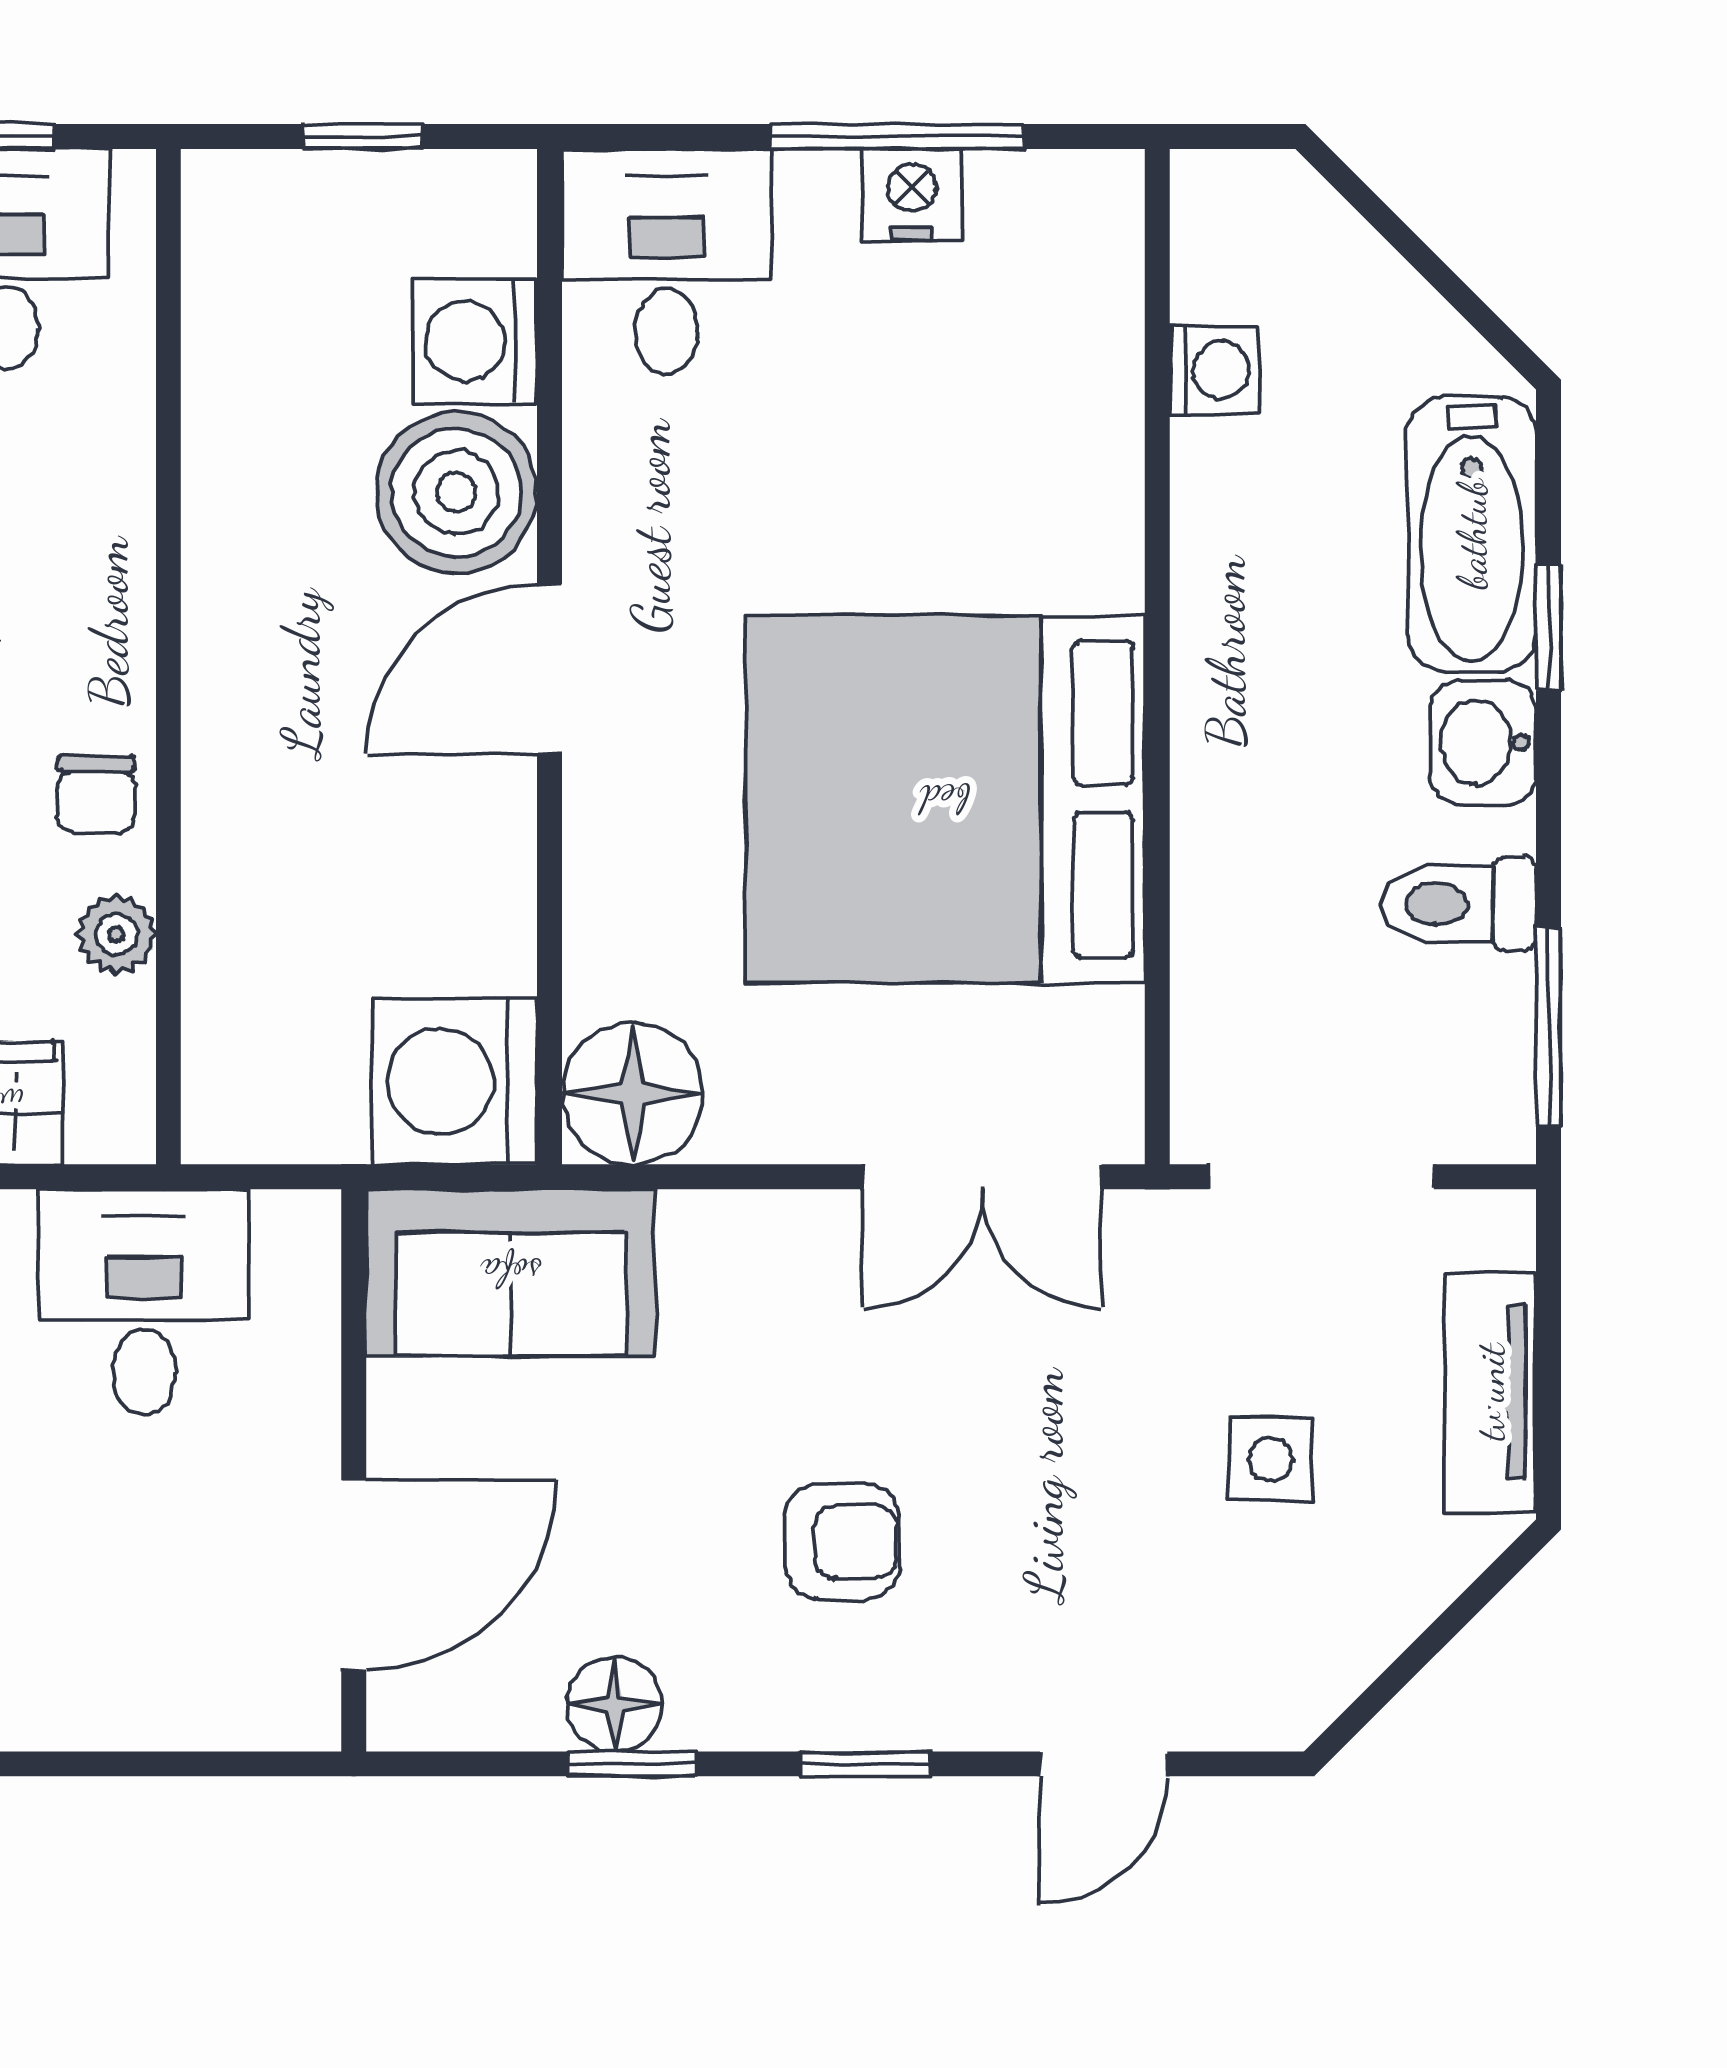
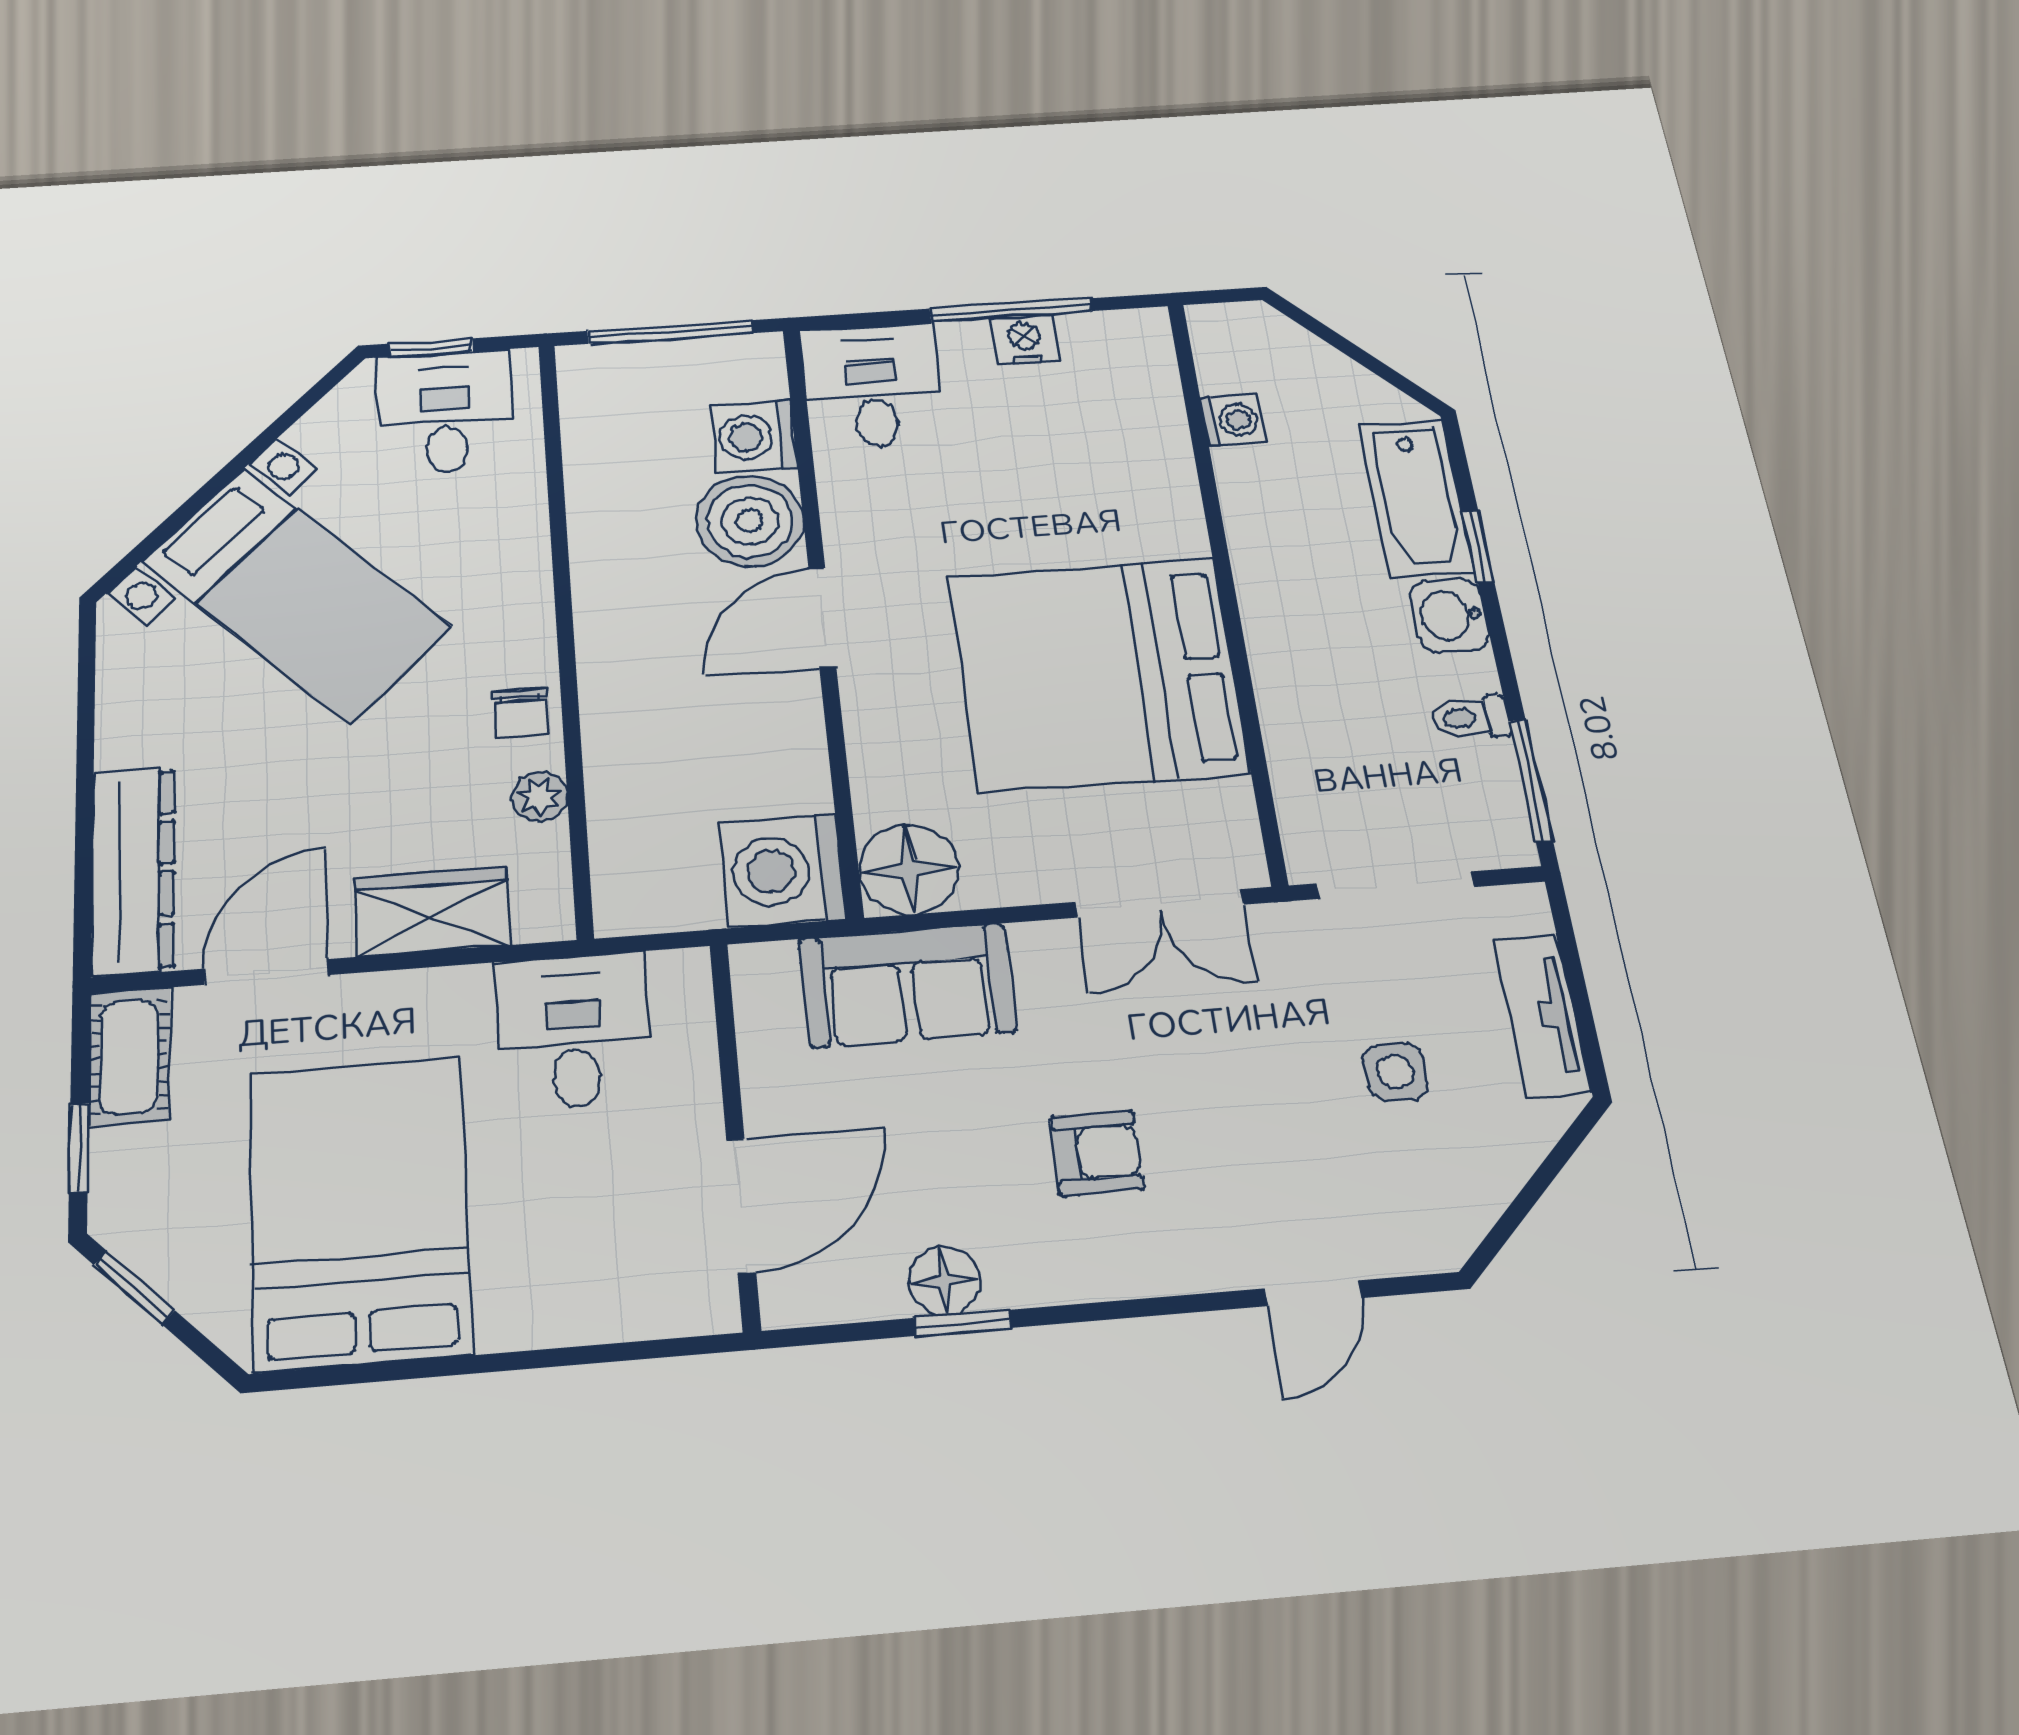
window: (362, 136) -> (671, 332), width x2.17
toilet: (1459, 904) -> (1470, 717), width x0.73, depth x0.72
sofa: (511, 1273) -> (908, 985), moved
window: (865, 1764) -> (1136, 1308), removed

